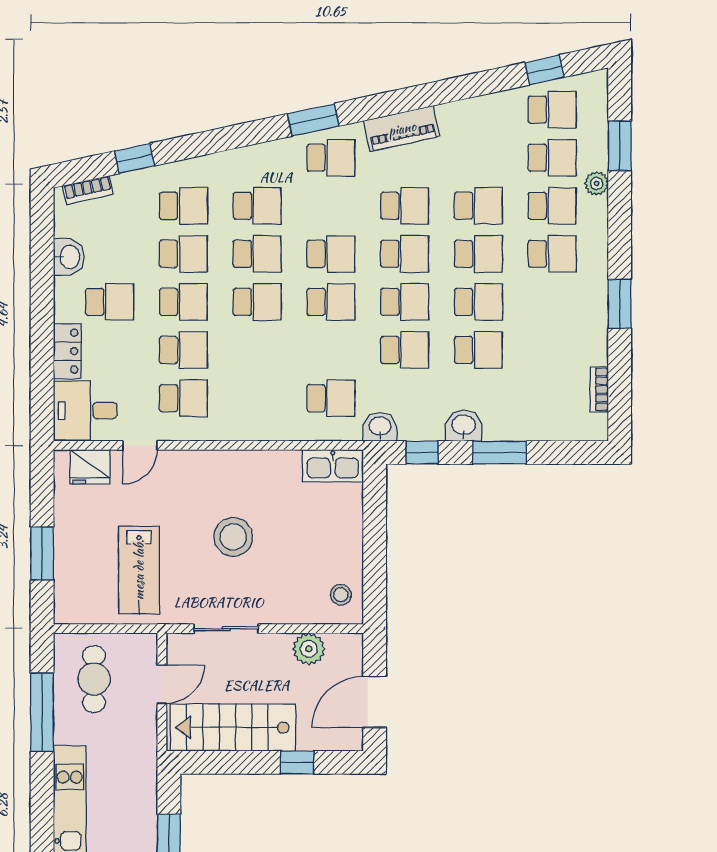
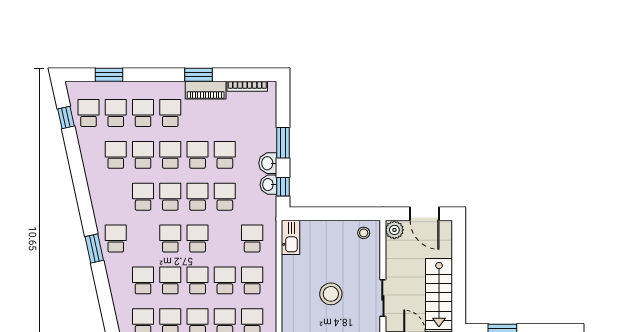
piano: (402, 129) -> (206, 90), moved, turned 102
school desk: (478, 158) -> (116, 155), added
plant: (597, 183) -> (130, 88), removed
school desk: (257, 350) -> (225, 280), added
bookcase: (599, 389) -> (247, 86), width x1.56
school desk: (257, 398) -> (252, 280), added
washbasin: (380, 427) -> (268, 185), moved
plant: (309, 649) -> (394, 230), moved
window: (297, 762) -> (459, 258), removed

